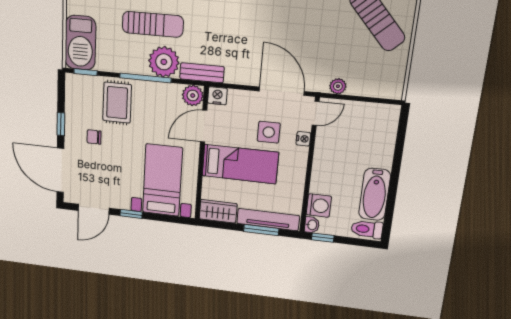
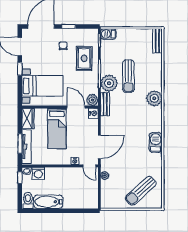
barbecue: (80, 43) -> (108, 34), width x0.53, depth x0.65
rug: (117, 103) -> (84, 58), turned 90
side table: (269, 132) -> (76, 142), removed

